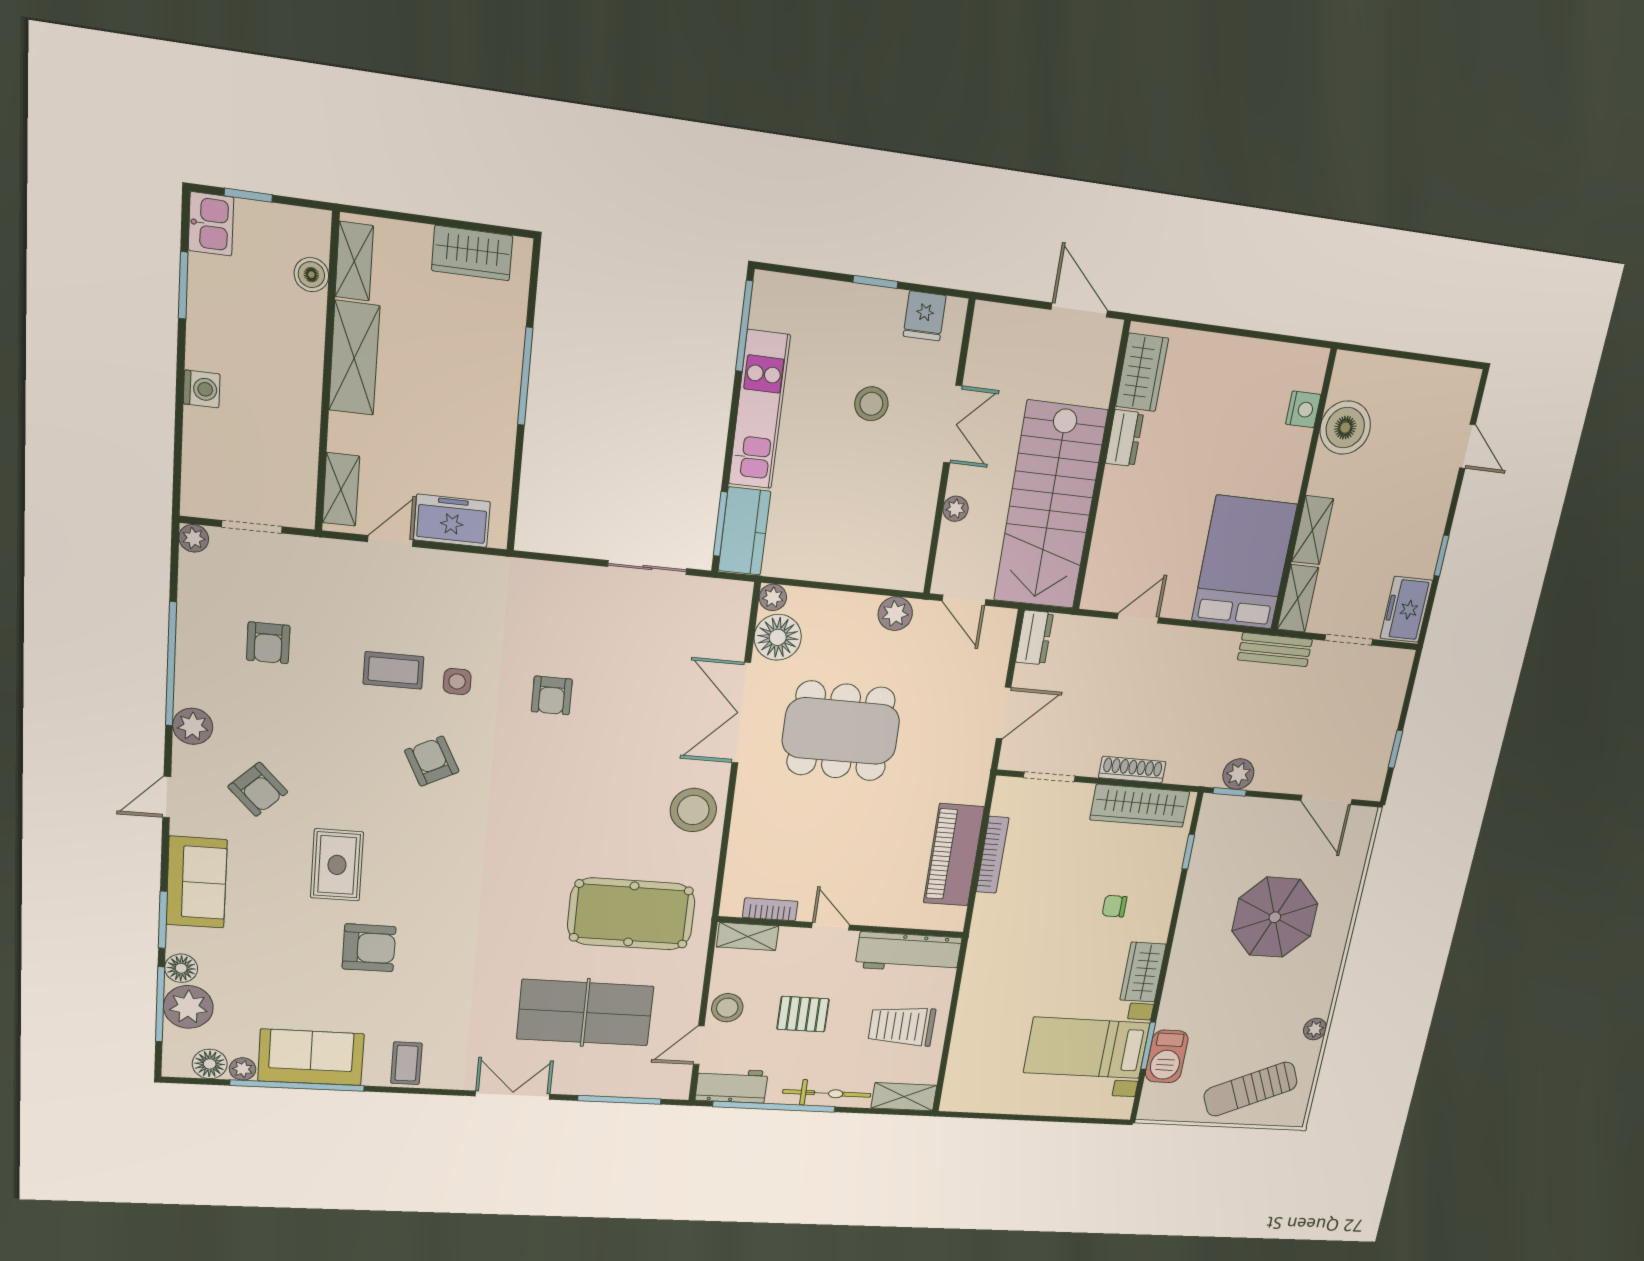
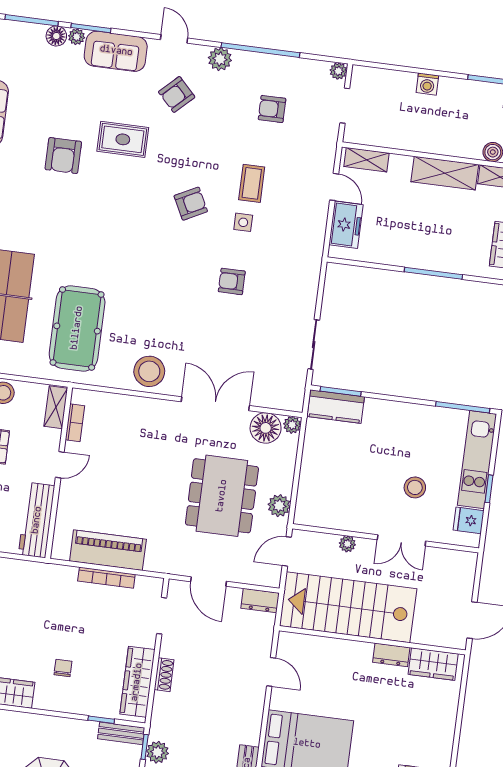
kitchen unit: (759, 410) -> (477, 460), moved, turned 90
dining table: (841, 731) -> (222, 496), moved
shoe rack: (1132, 770) -> (164, 675), width x0.70
bench: (1209, 824) -> (121, 733), added
plant: (188, 1007) -> (77, 37), moved, width x0.53, depth x0.53

